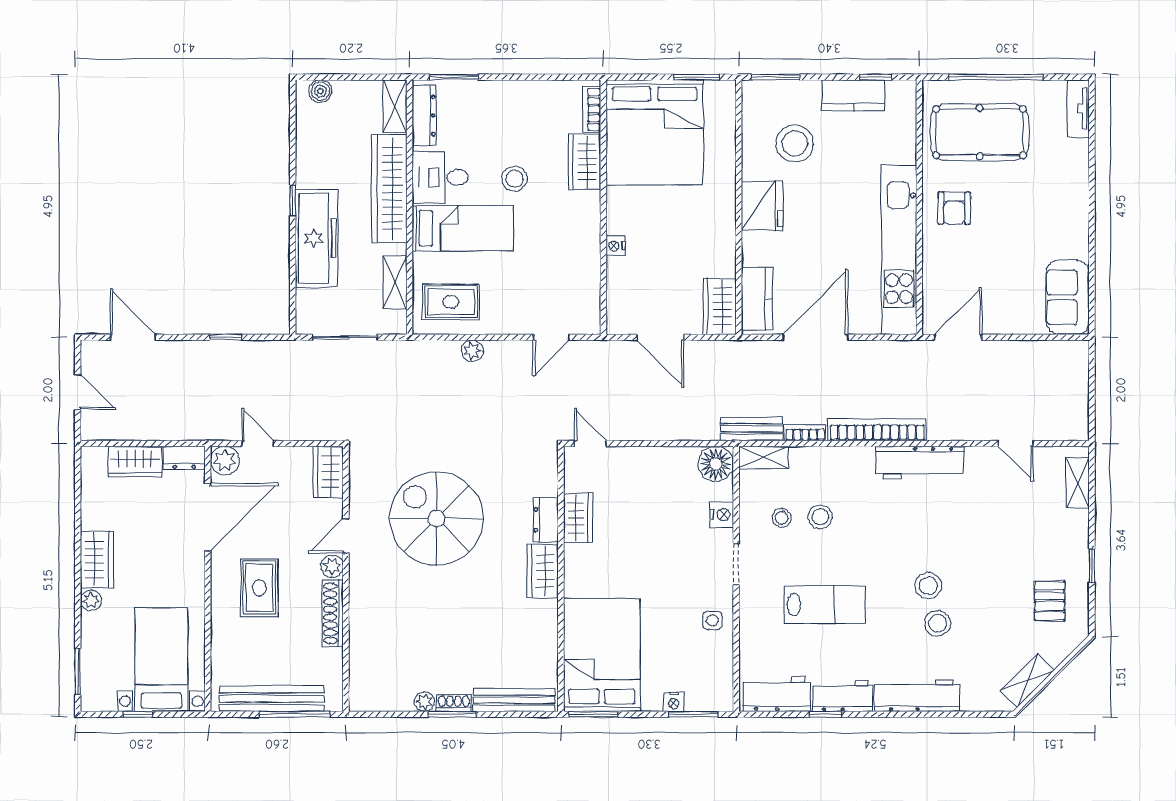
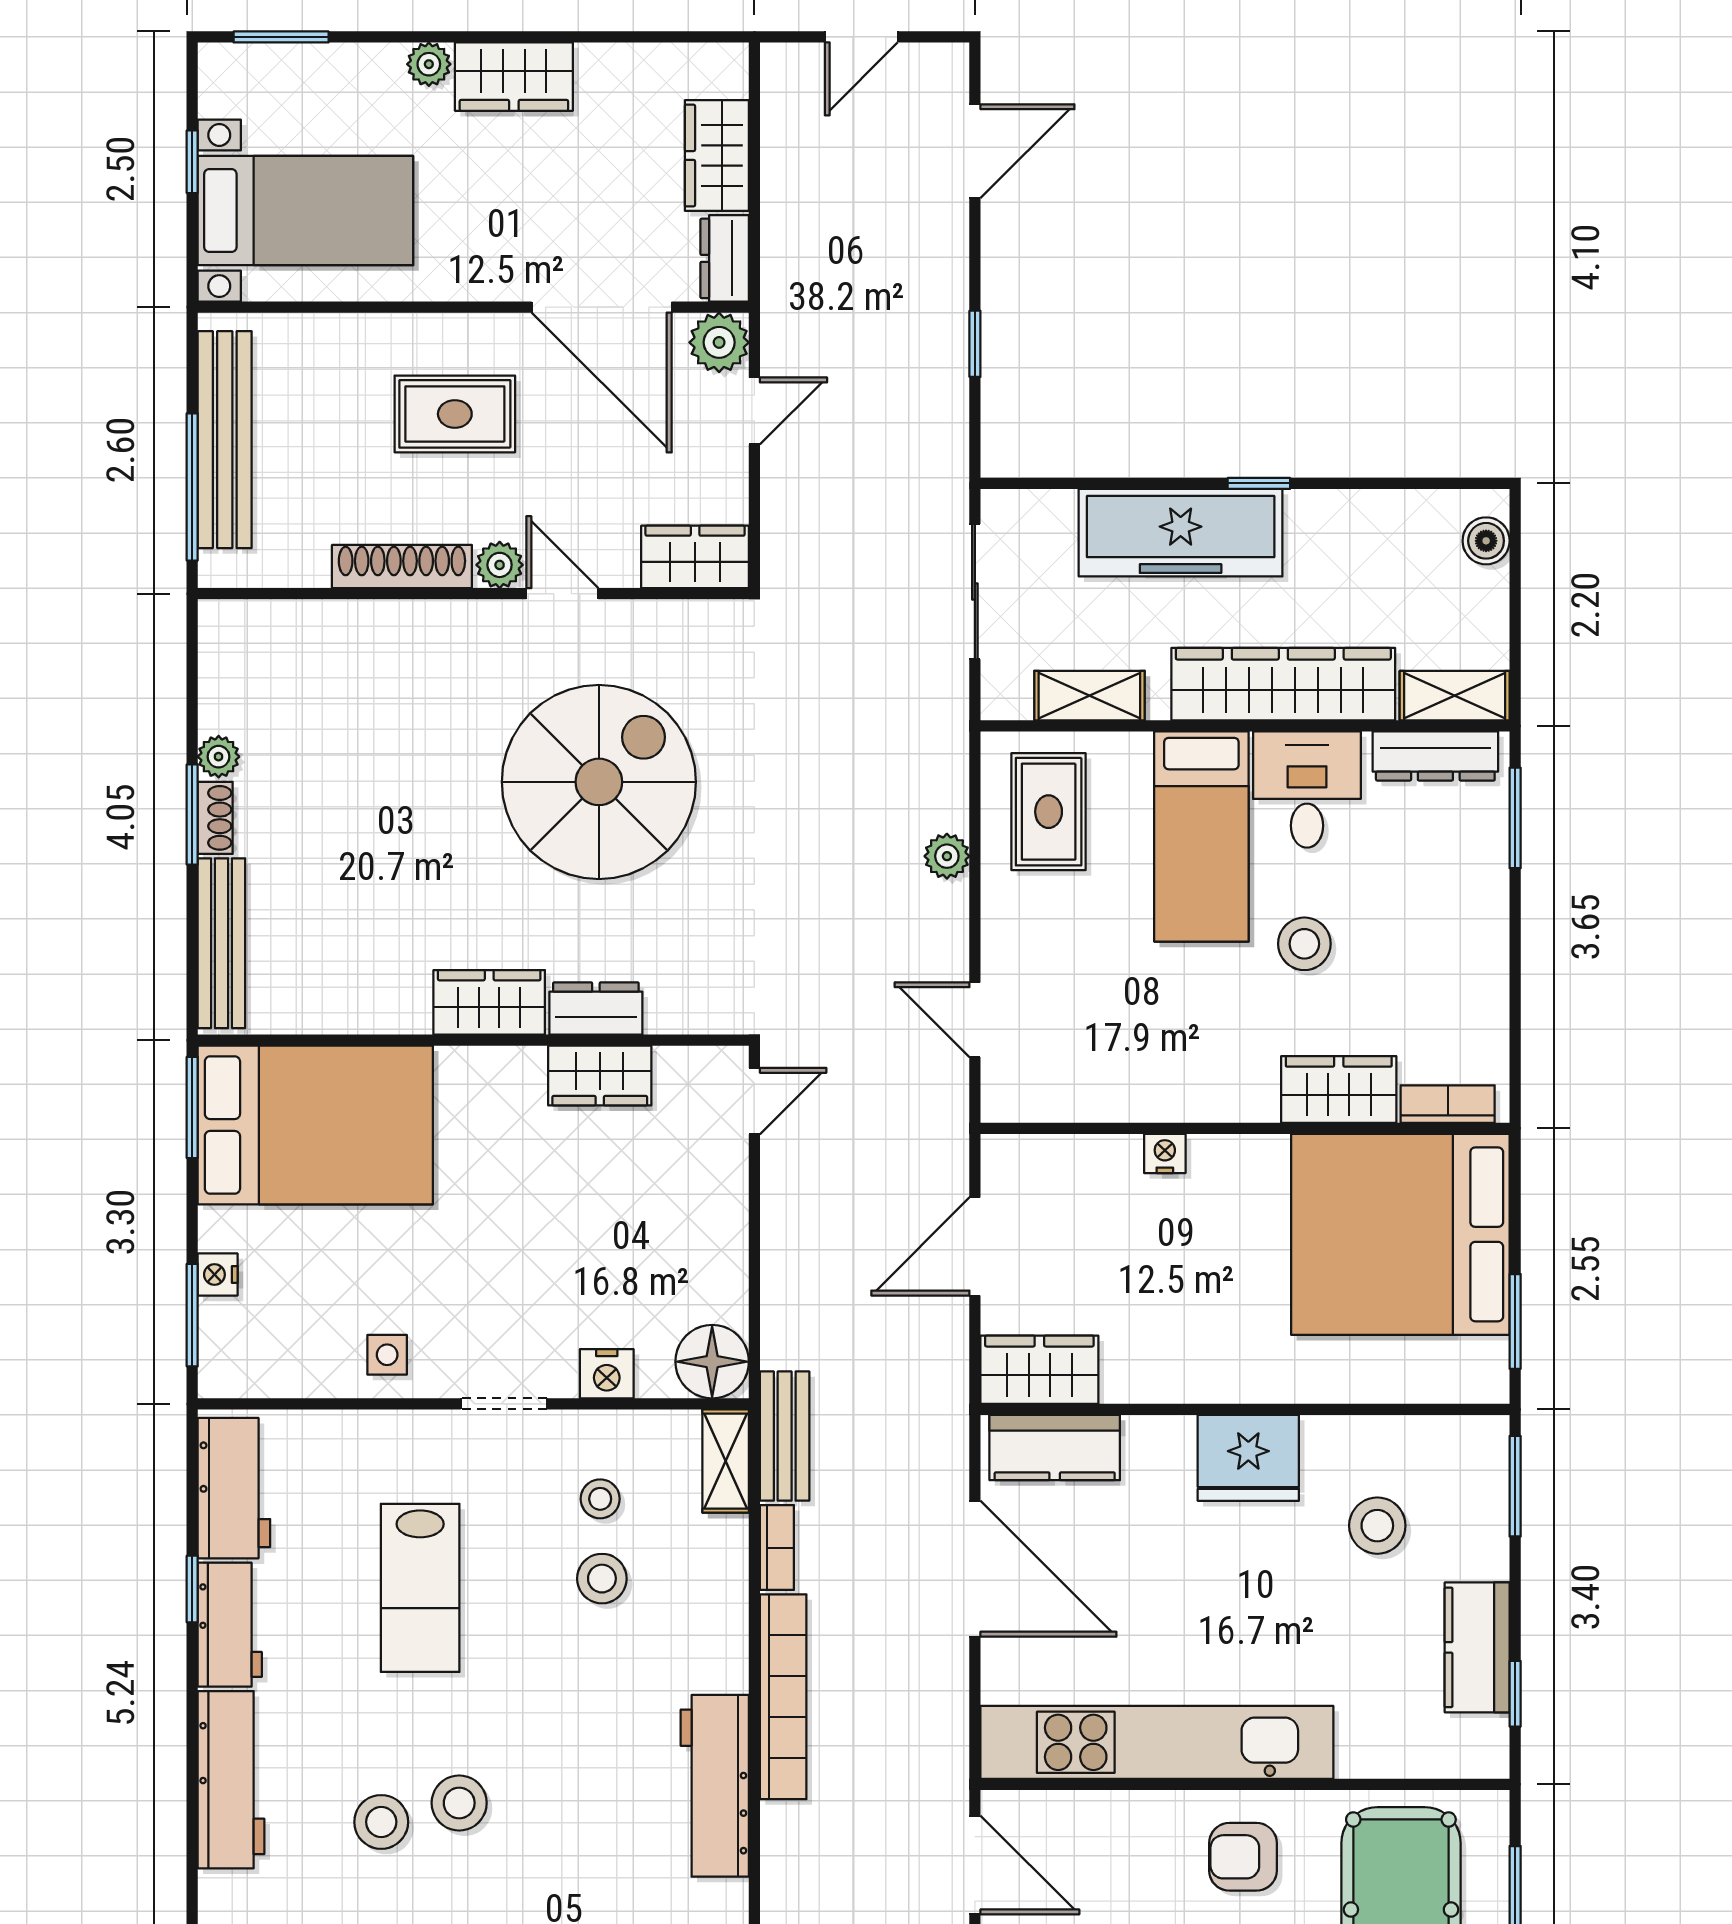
stool: (795, 143) -> (1377, 1526), width x0.73, depth x0.73

